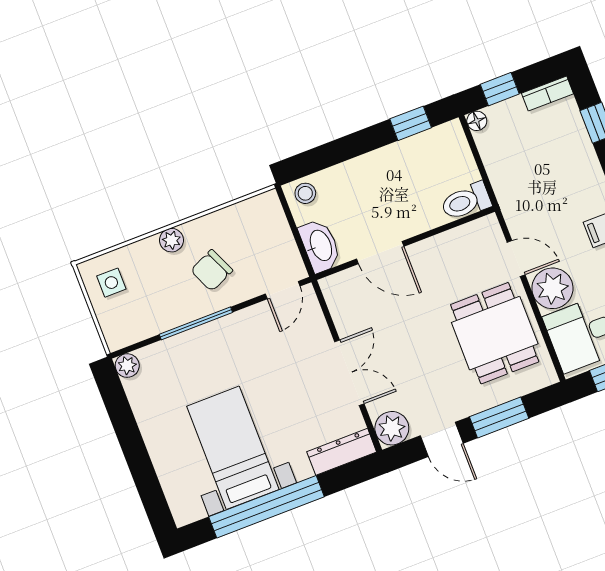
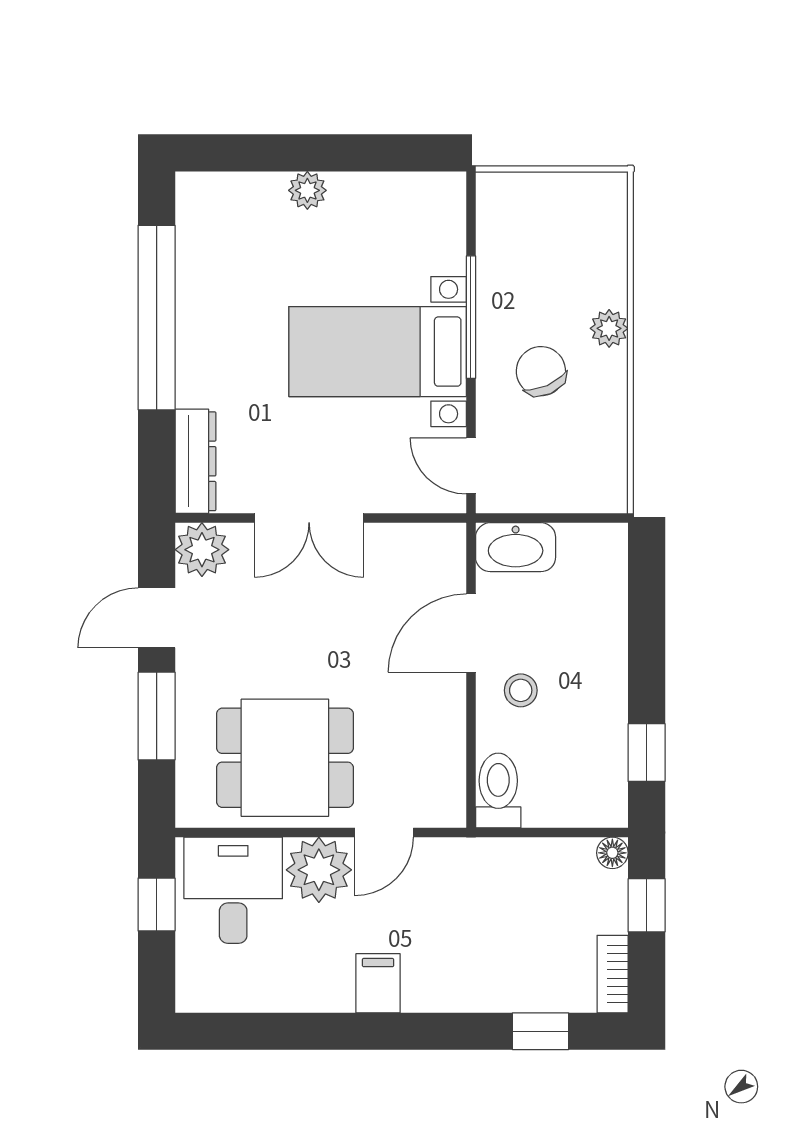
stool: (305, 193) -> (521, 690), moved
side table: (111, 283) -> (580, 214), removed
plant: (127, 366) -> (307, 190), moved
bed with nightstands: (233, 448) -> (378, 352), moved, turned 180

